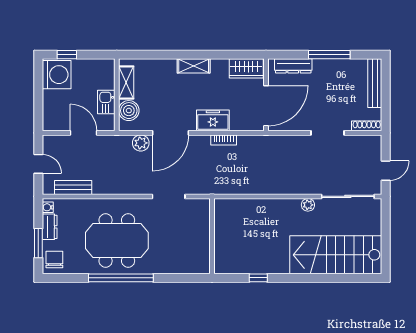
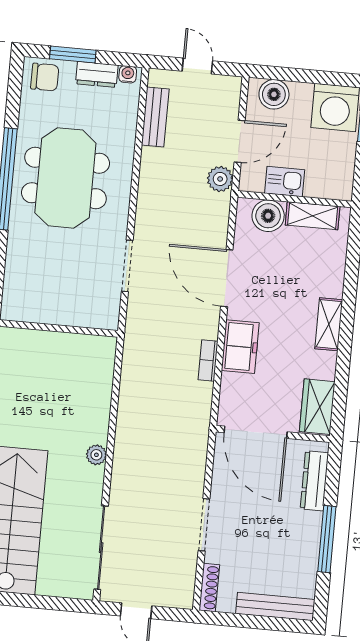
boiler: (52, 114) -> (274, 94), added
plant: (141, 143) -> (220, 179), moved
door: (38, 164) -> (197, 66), swing flipped
plant: (308, 205) -> (96, 455), moved

